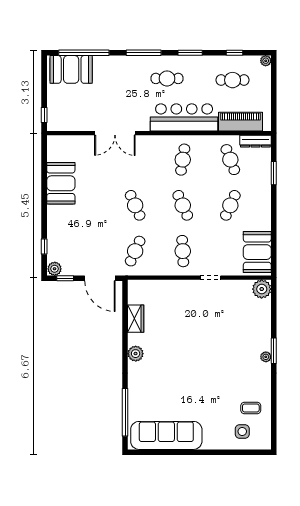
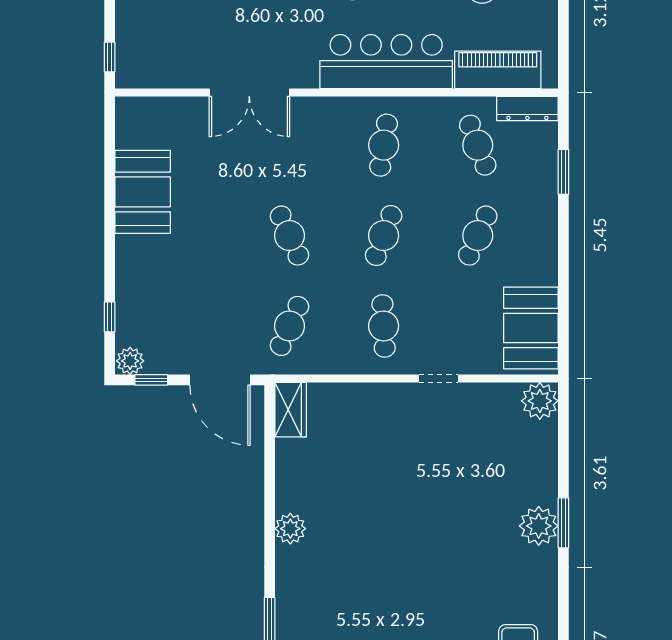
cafe table: (183, 205) -> (384, 236), turned 45
wardrobe: (136, 319) -> (291, 410), moved
plant: (266, 357) -> (539, 526), width x1.88, depth x1.88

